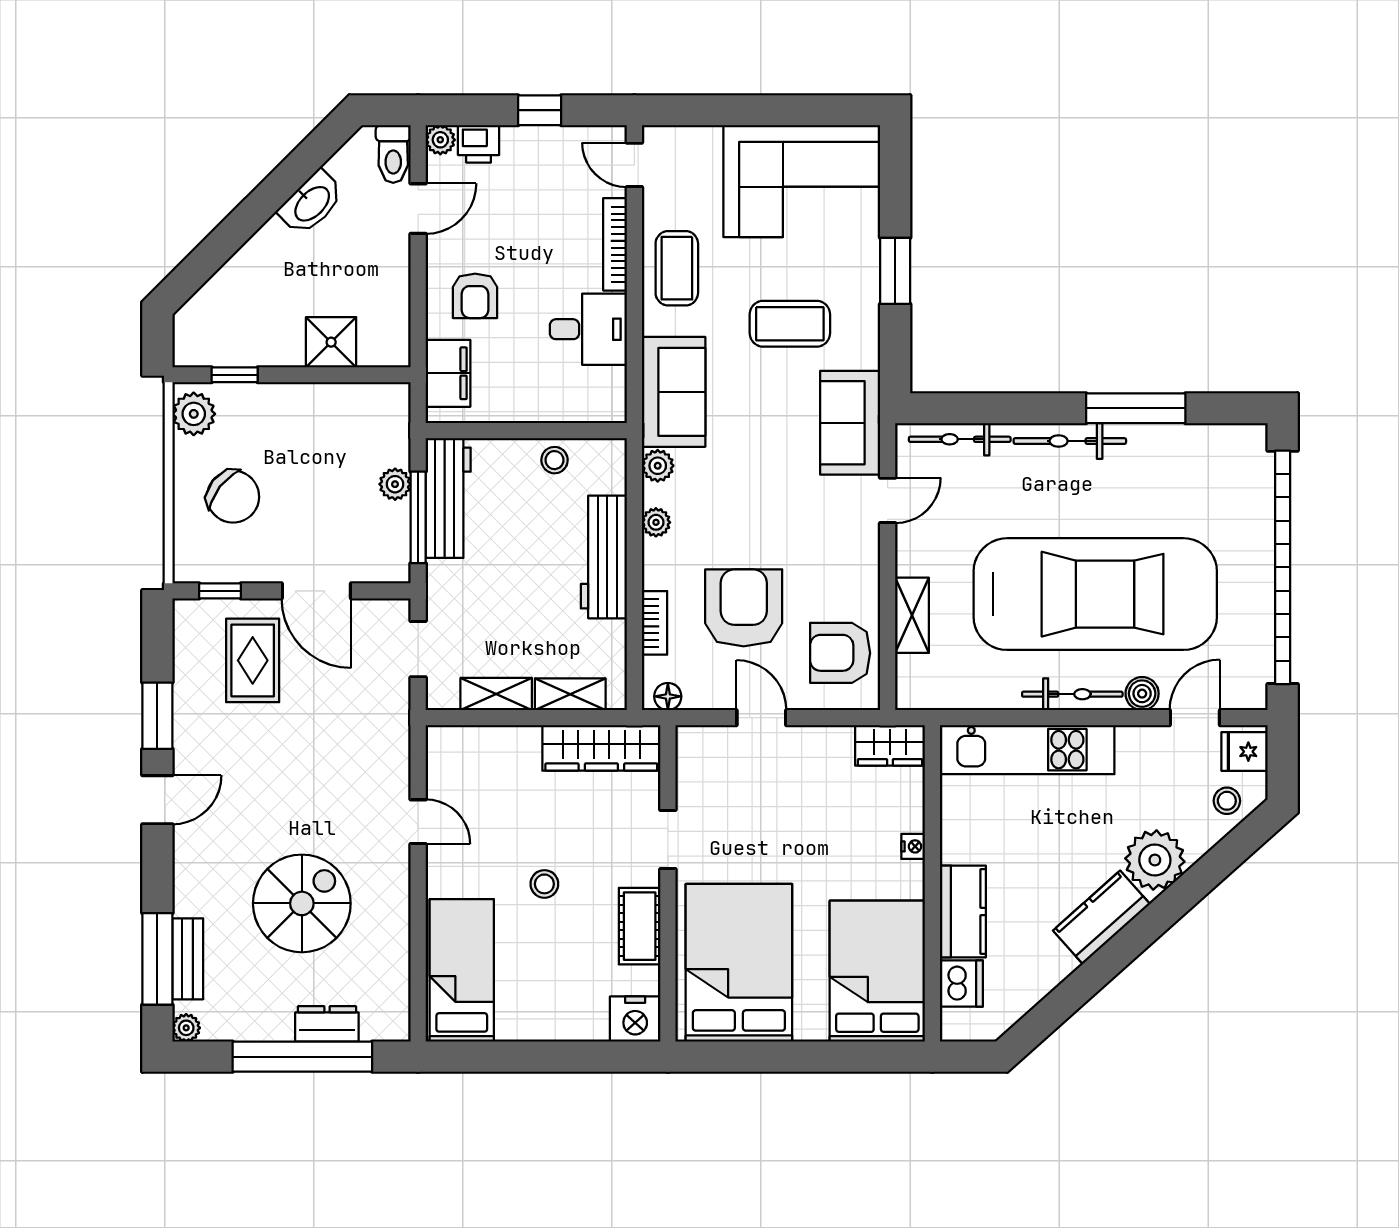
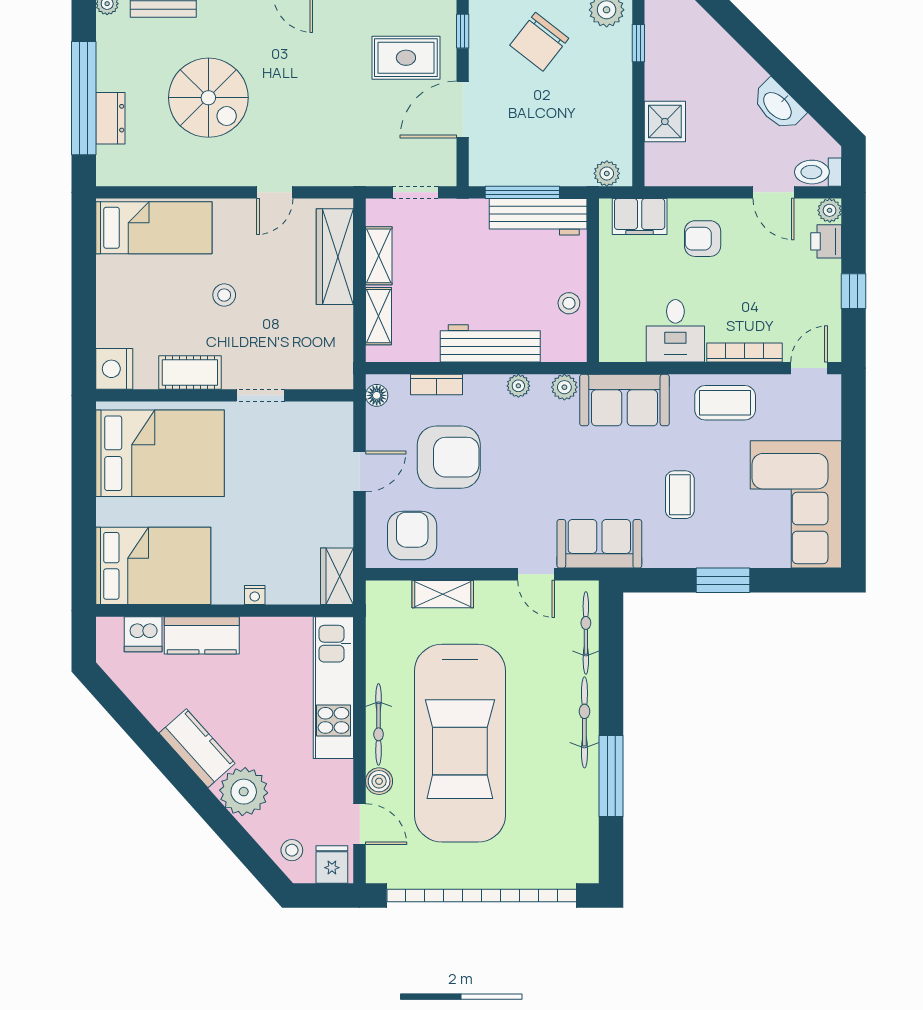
coffee table: (790, 324) -> (680, 495), width x0.73, depth x0.77
plant: (395, 484) -> (607, 173), moved
wardrobe: (601, 748) -> (335, 257), moved

